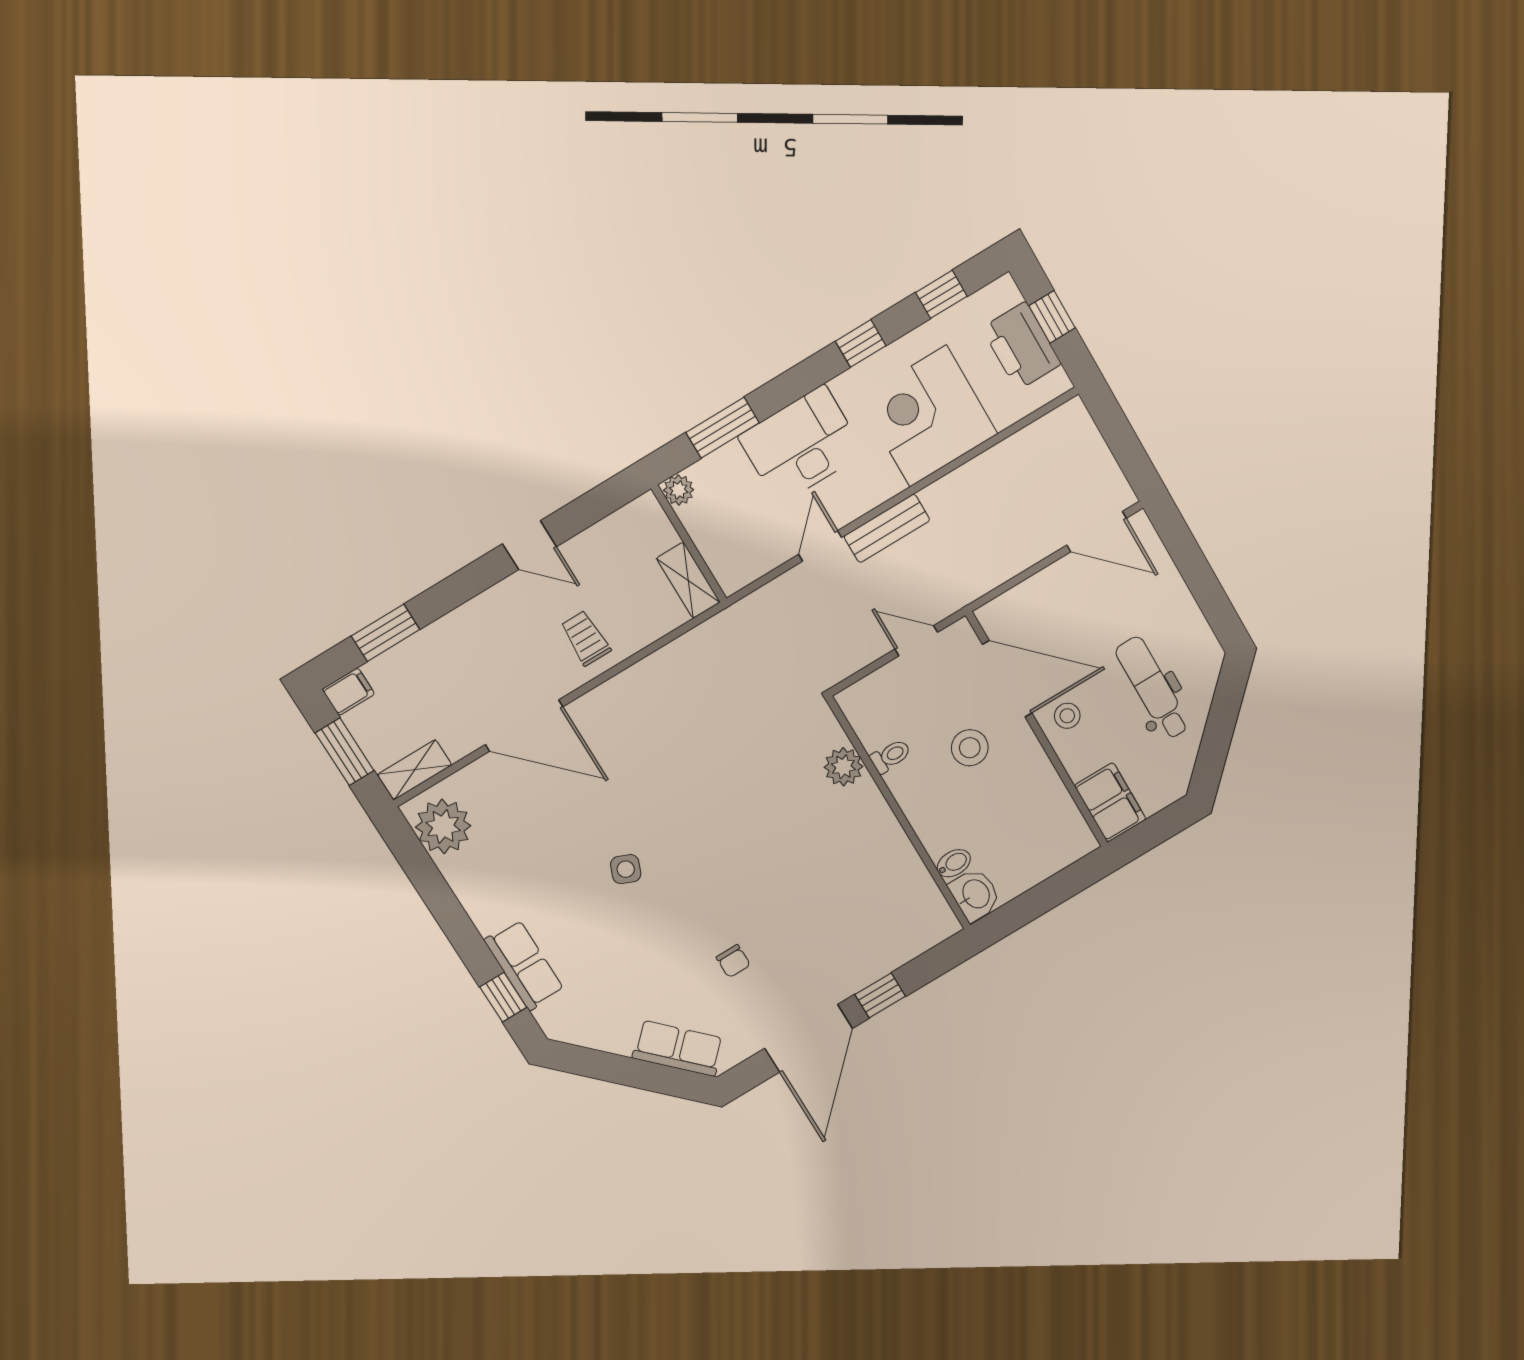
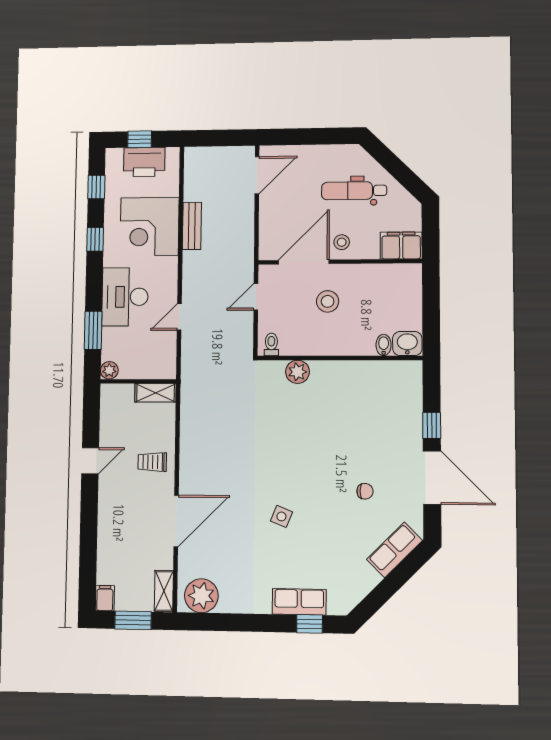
bench: (887, 528) -> (192, 226), moved
door: (820, 546) -> (179, 317), hinge flipped
window: (386, 633) -> (88, 560), removed
toilet: (891, 756) -> (271, 344), moved

